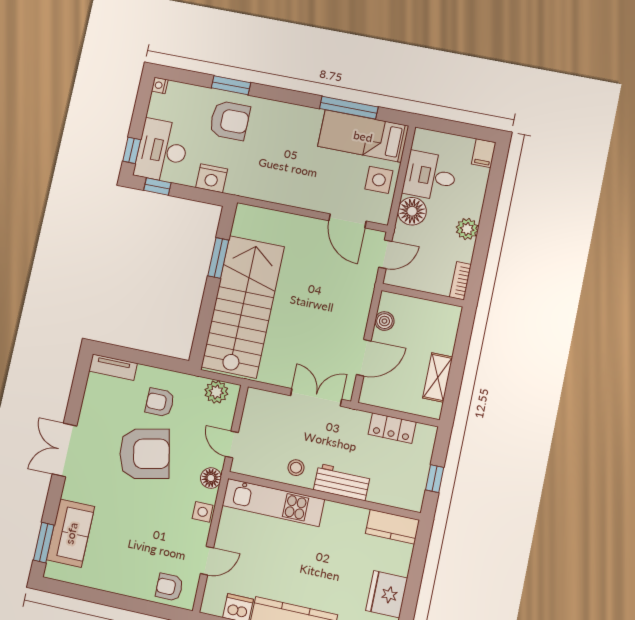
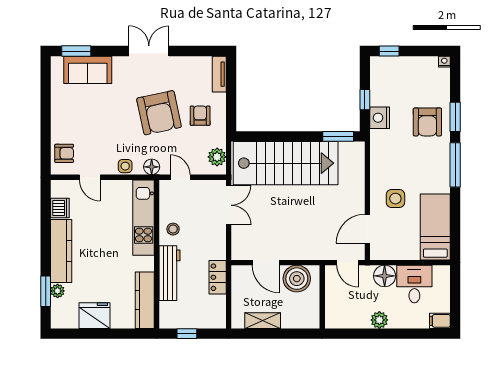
window: (349, 108) -> (455, 165), moved
desk: (162, 151) -> (394, 75), removed
side table: (379, 180) -> (395, 199), moved
window: (157, 187) -> (365, 100), moved
window: (218, 258) -> (338, 136), moved
bookcase: (460, 281) -> (339, 323), removed
boiler: (384, 321) -> (297, 279), width x1.86, depth x1.86
double door: (316, 397) -> (229, 205), moved
locker: (392, 428) -> (218, 277), moved
door: (232, 444) -> (180, 177), hinge flipped
workbench: (342, 482) -> (170, 273), width x1.38
kitchen counter: (392, 527) -> (145, 300), width x1.50
armchair: (169, 587) -> (64, 153), turned 90

